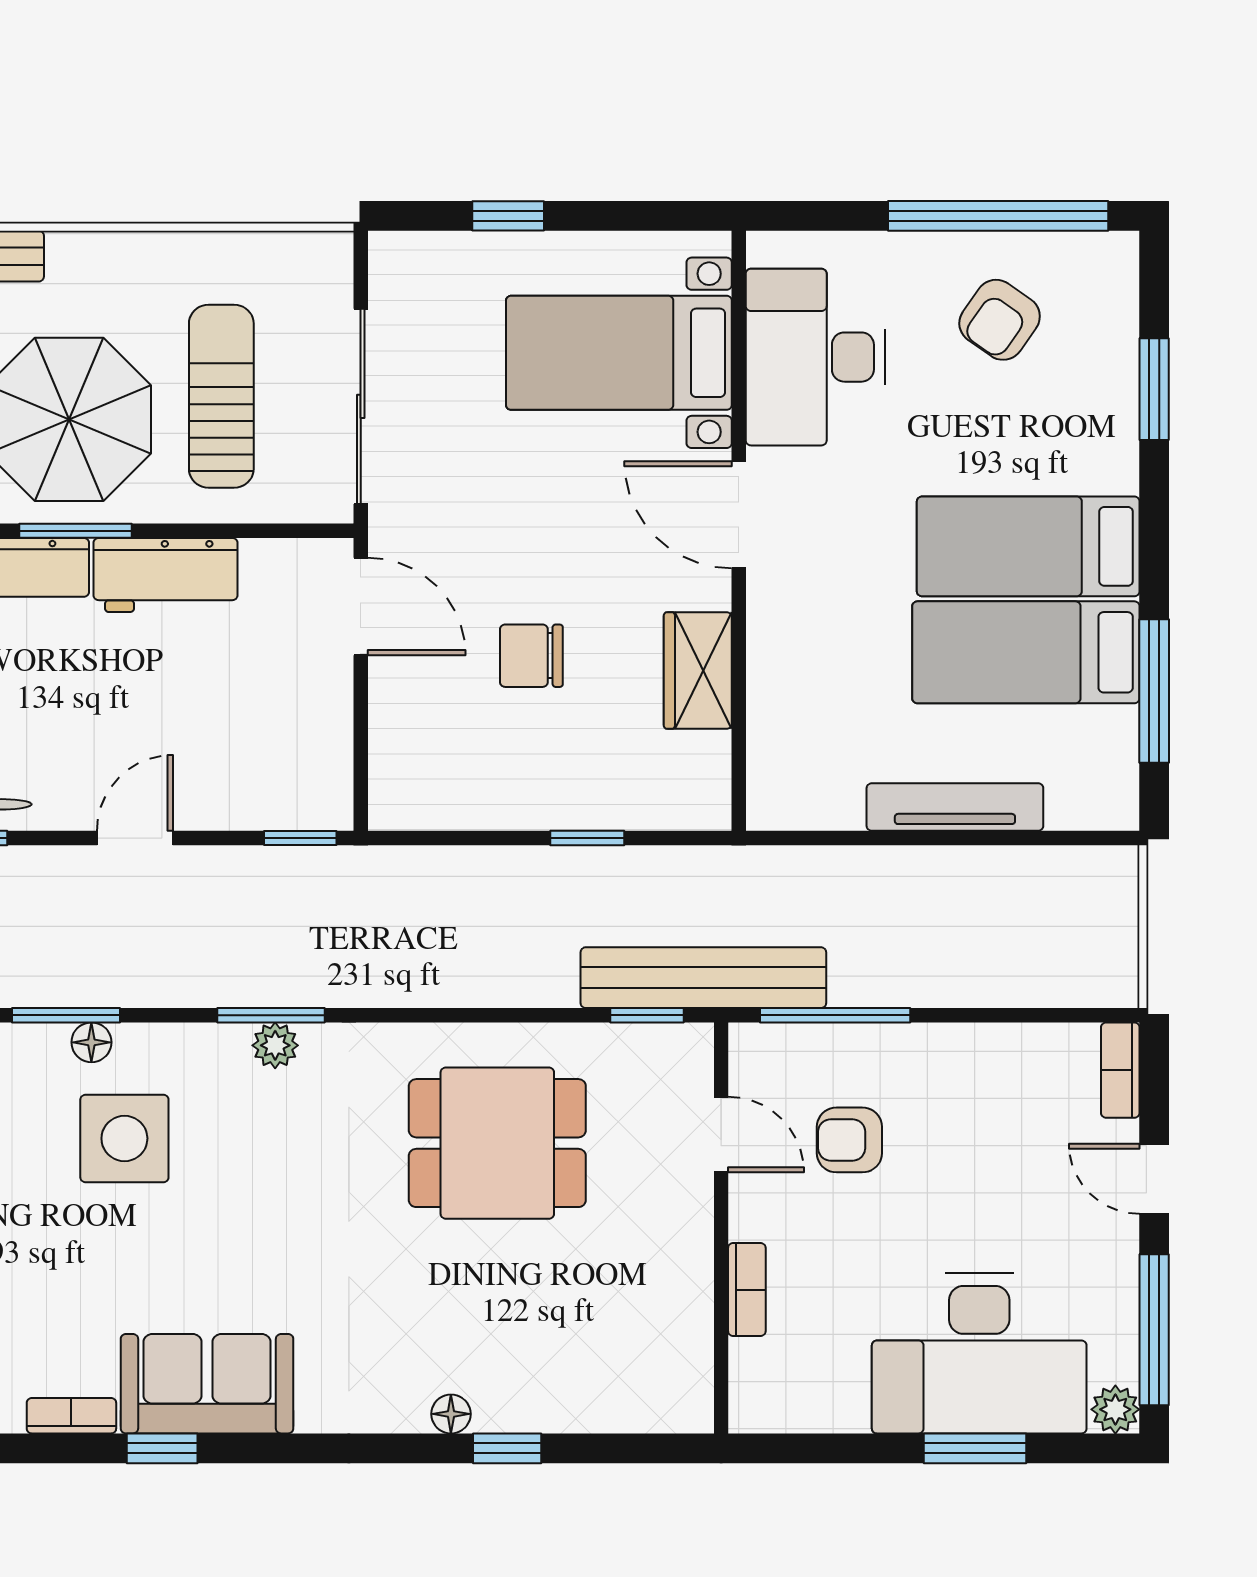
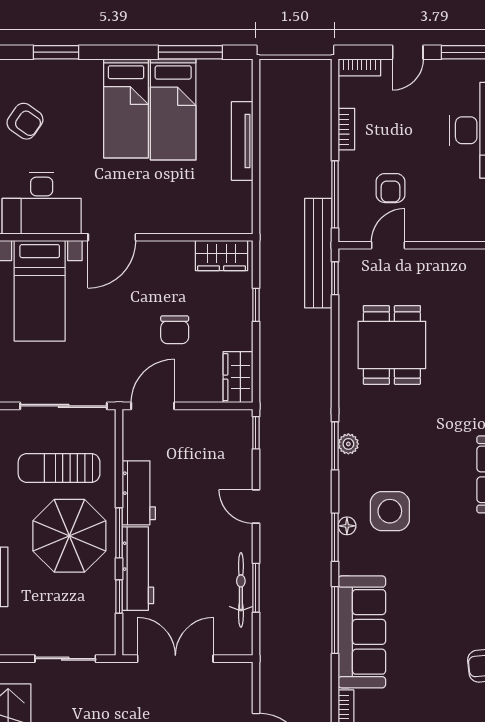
wardrobe: (698, 671) -> (222, 256), moved
wardrobe: (425, 798) -> (238, 377), added
bookcase: (747, 1290) -> (346, 129), moved, turned 90

